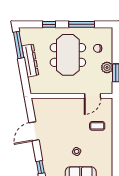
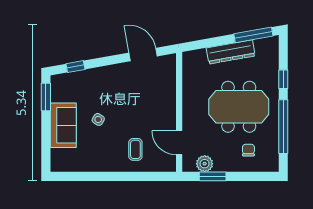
window: (82, 24) -> (283, 127), width x1.46
plant: (107, 67) -> (205, 164), moved
door: (34, 131) -> (143, 55), moved

